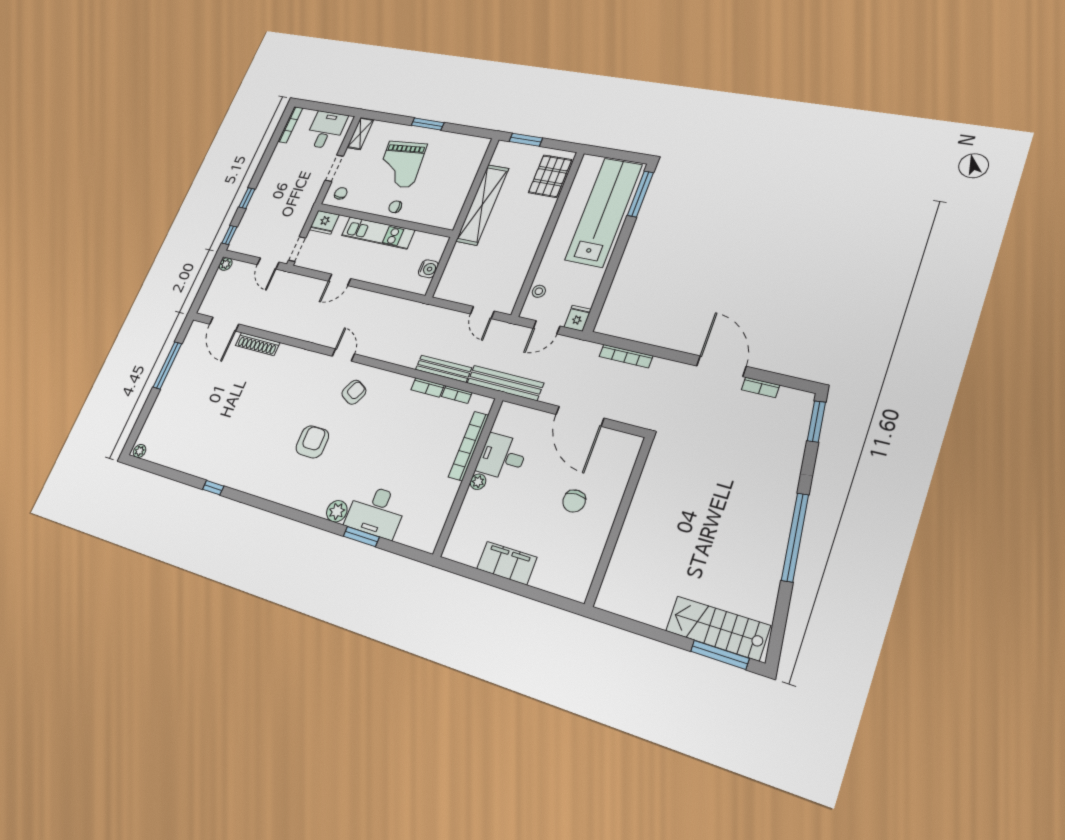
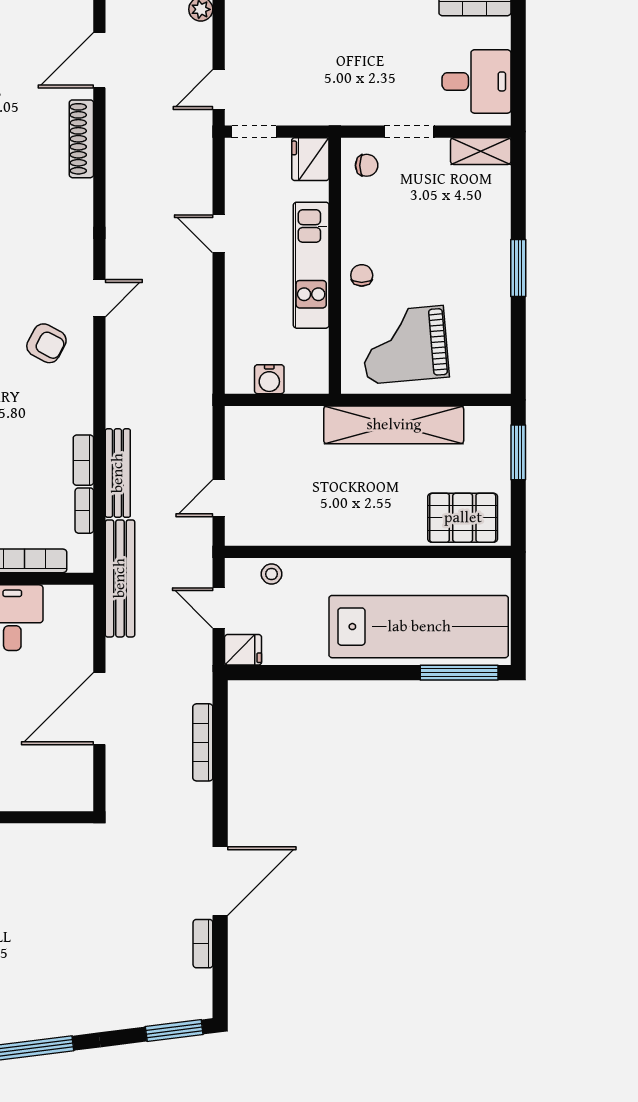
grand piano: (401, 164) -> (405, 345), moved

